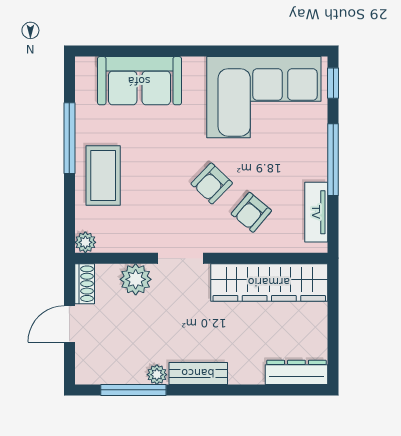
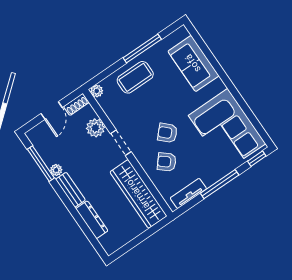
door: (69, 324) -> (52, 111), swing flipped
dresser: (296, 372) -> (92, 220), moved

